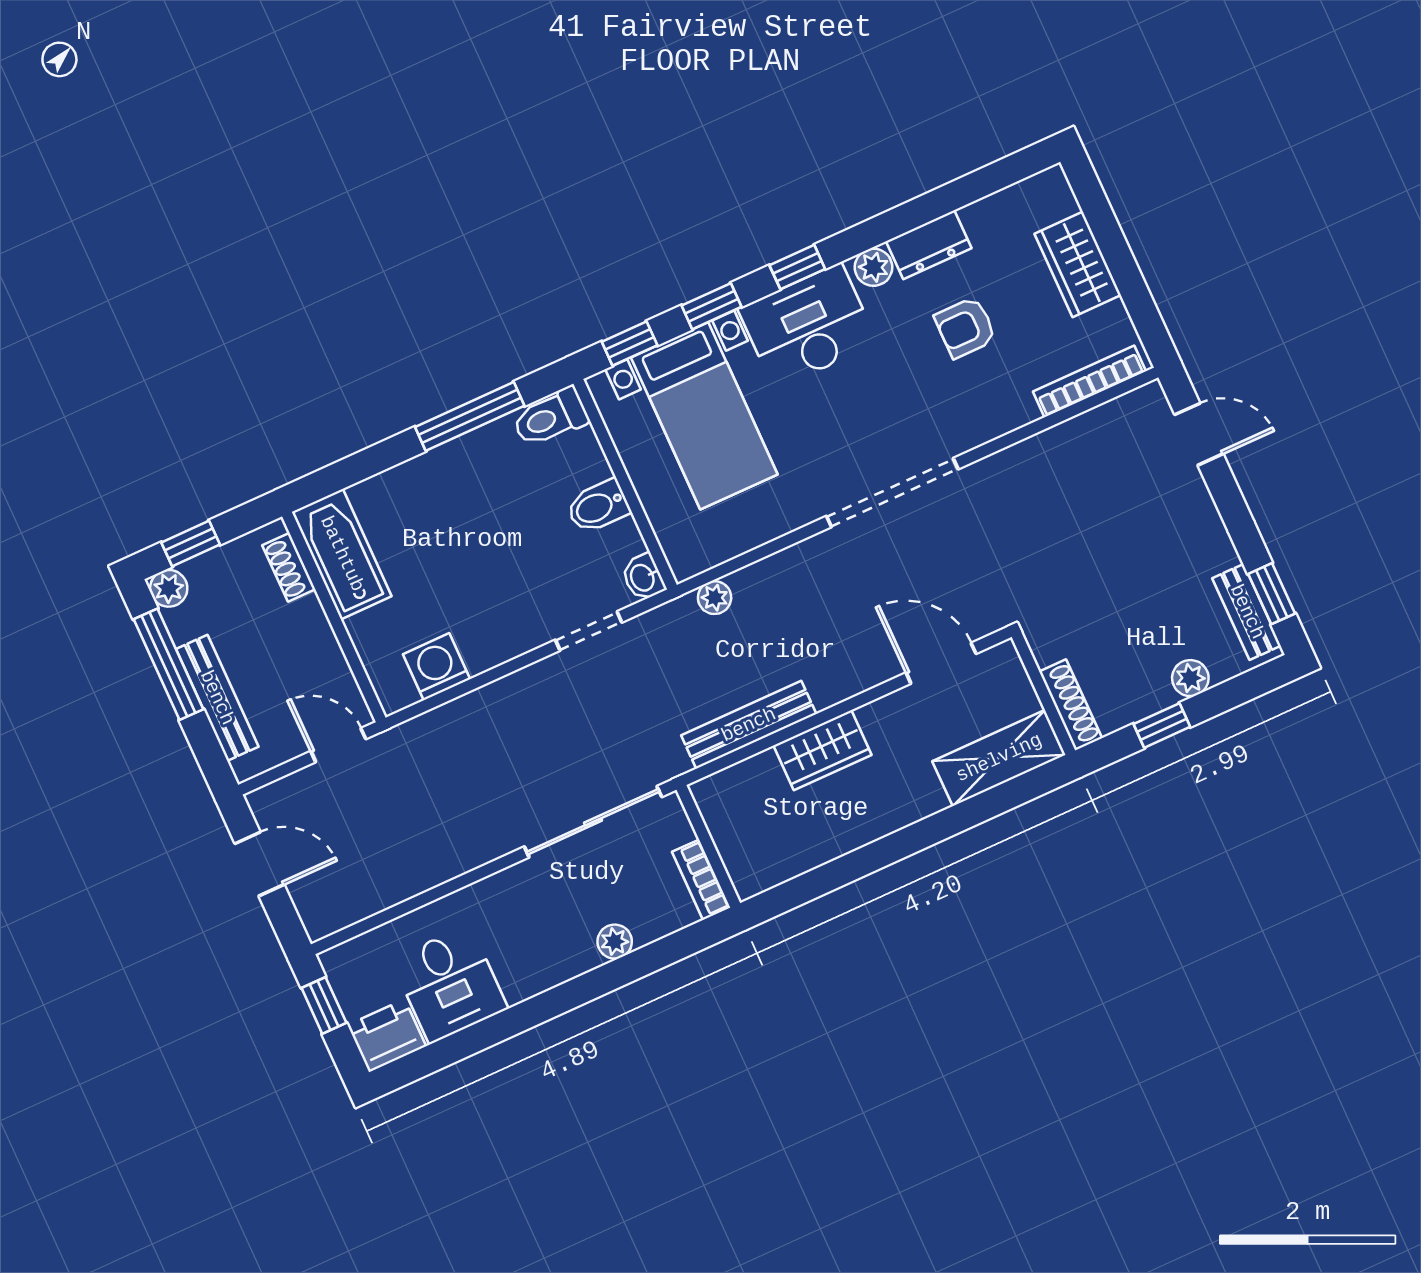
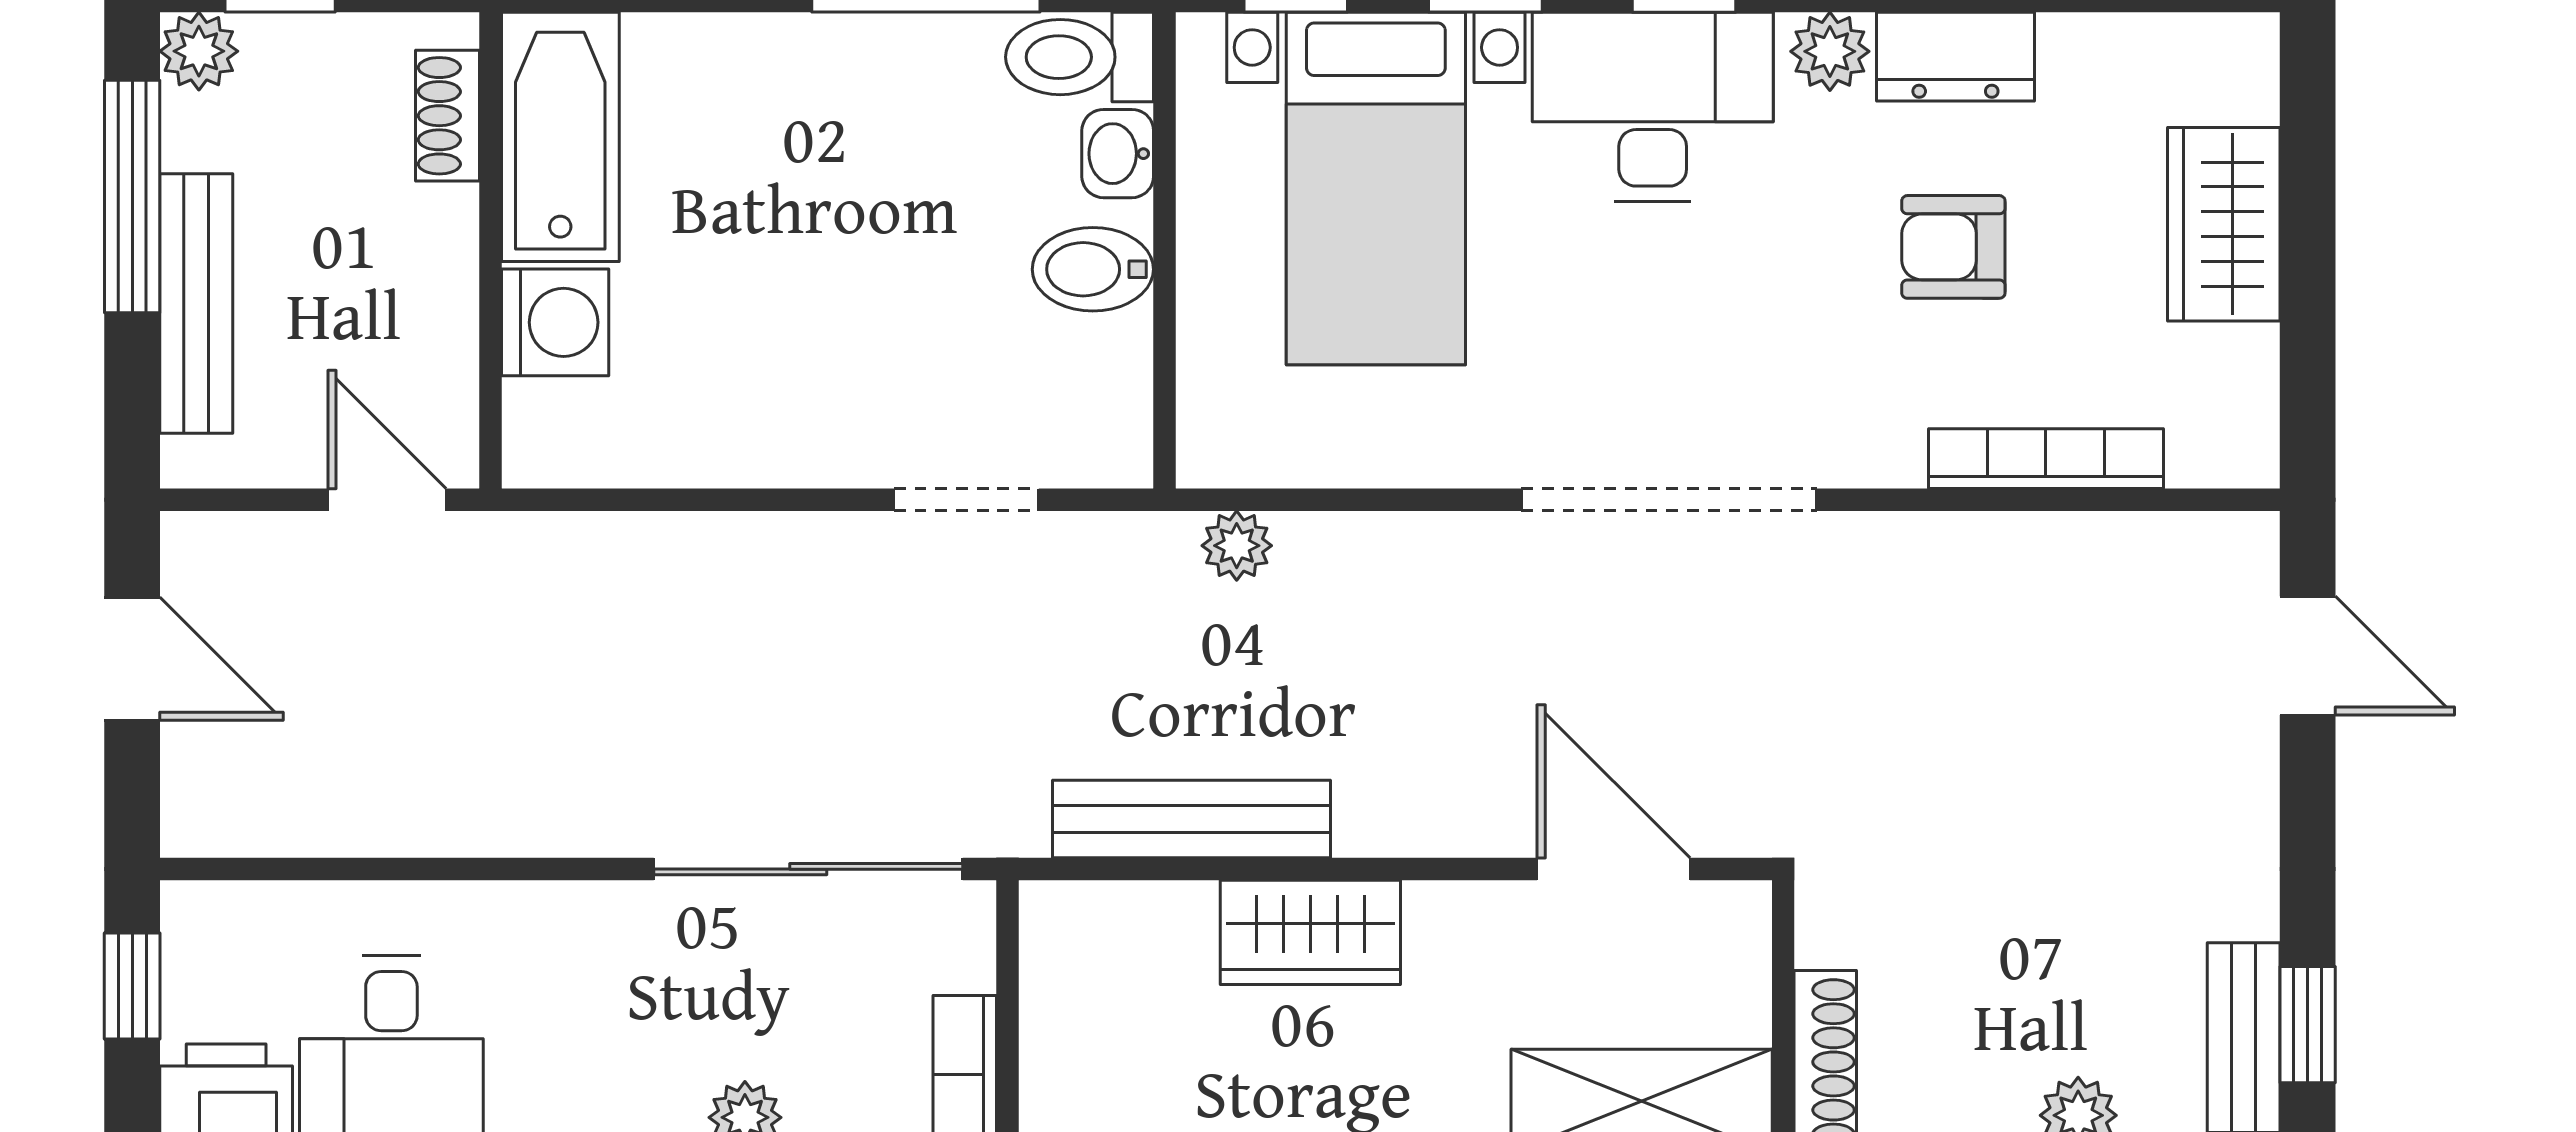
bookcase: (1089, 381) -> (2046, 459), moved
washbasin: (643, 577) -> (1118, 154), moved
washing machine: (437, 667) -> (555, 322), moved, turned 90

